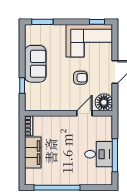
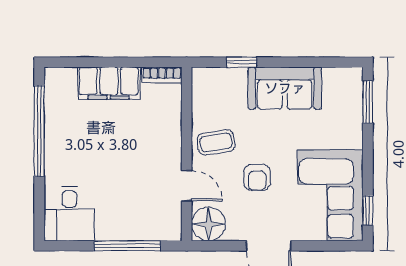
coffee table: (63, 98) -> (216, 142), added
desk: (99, 154) -> (69, 214), moved
window: (115, 155) -> (127, 246), moved

